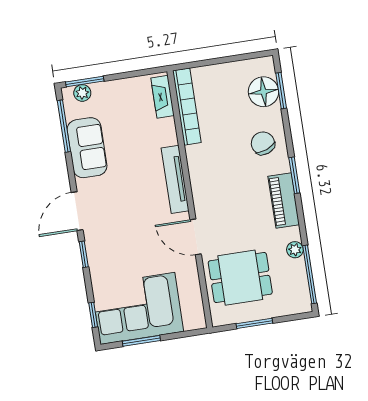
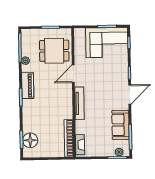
chair: (263, 143) -> (34, 115), removed
door: (196, 237) -> (73, 74), swing flipped

